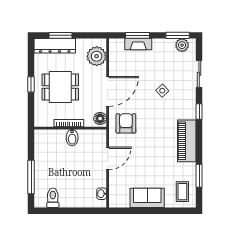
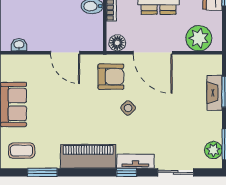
side table: (162, 91) -> (128, 108), moved
tv unit: (191, 105) -> (135, 161), added

